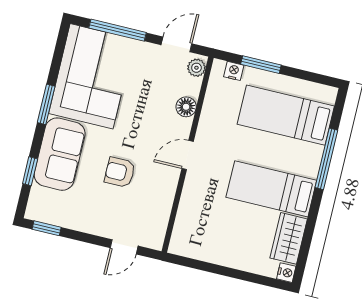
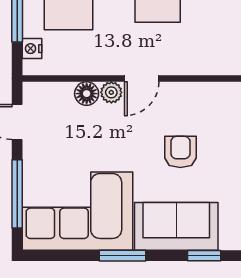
plant: (196, 68) -> (111, 92), moved
door: (188, 155) -> (142, 79), hinge flipped
armchair: (120, 172) -> (180, 152), turned 180

